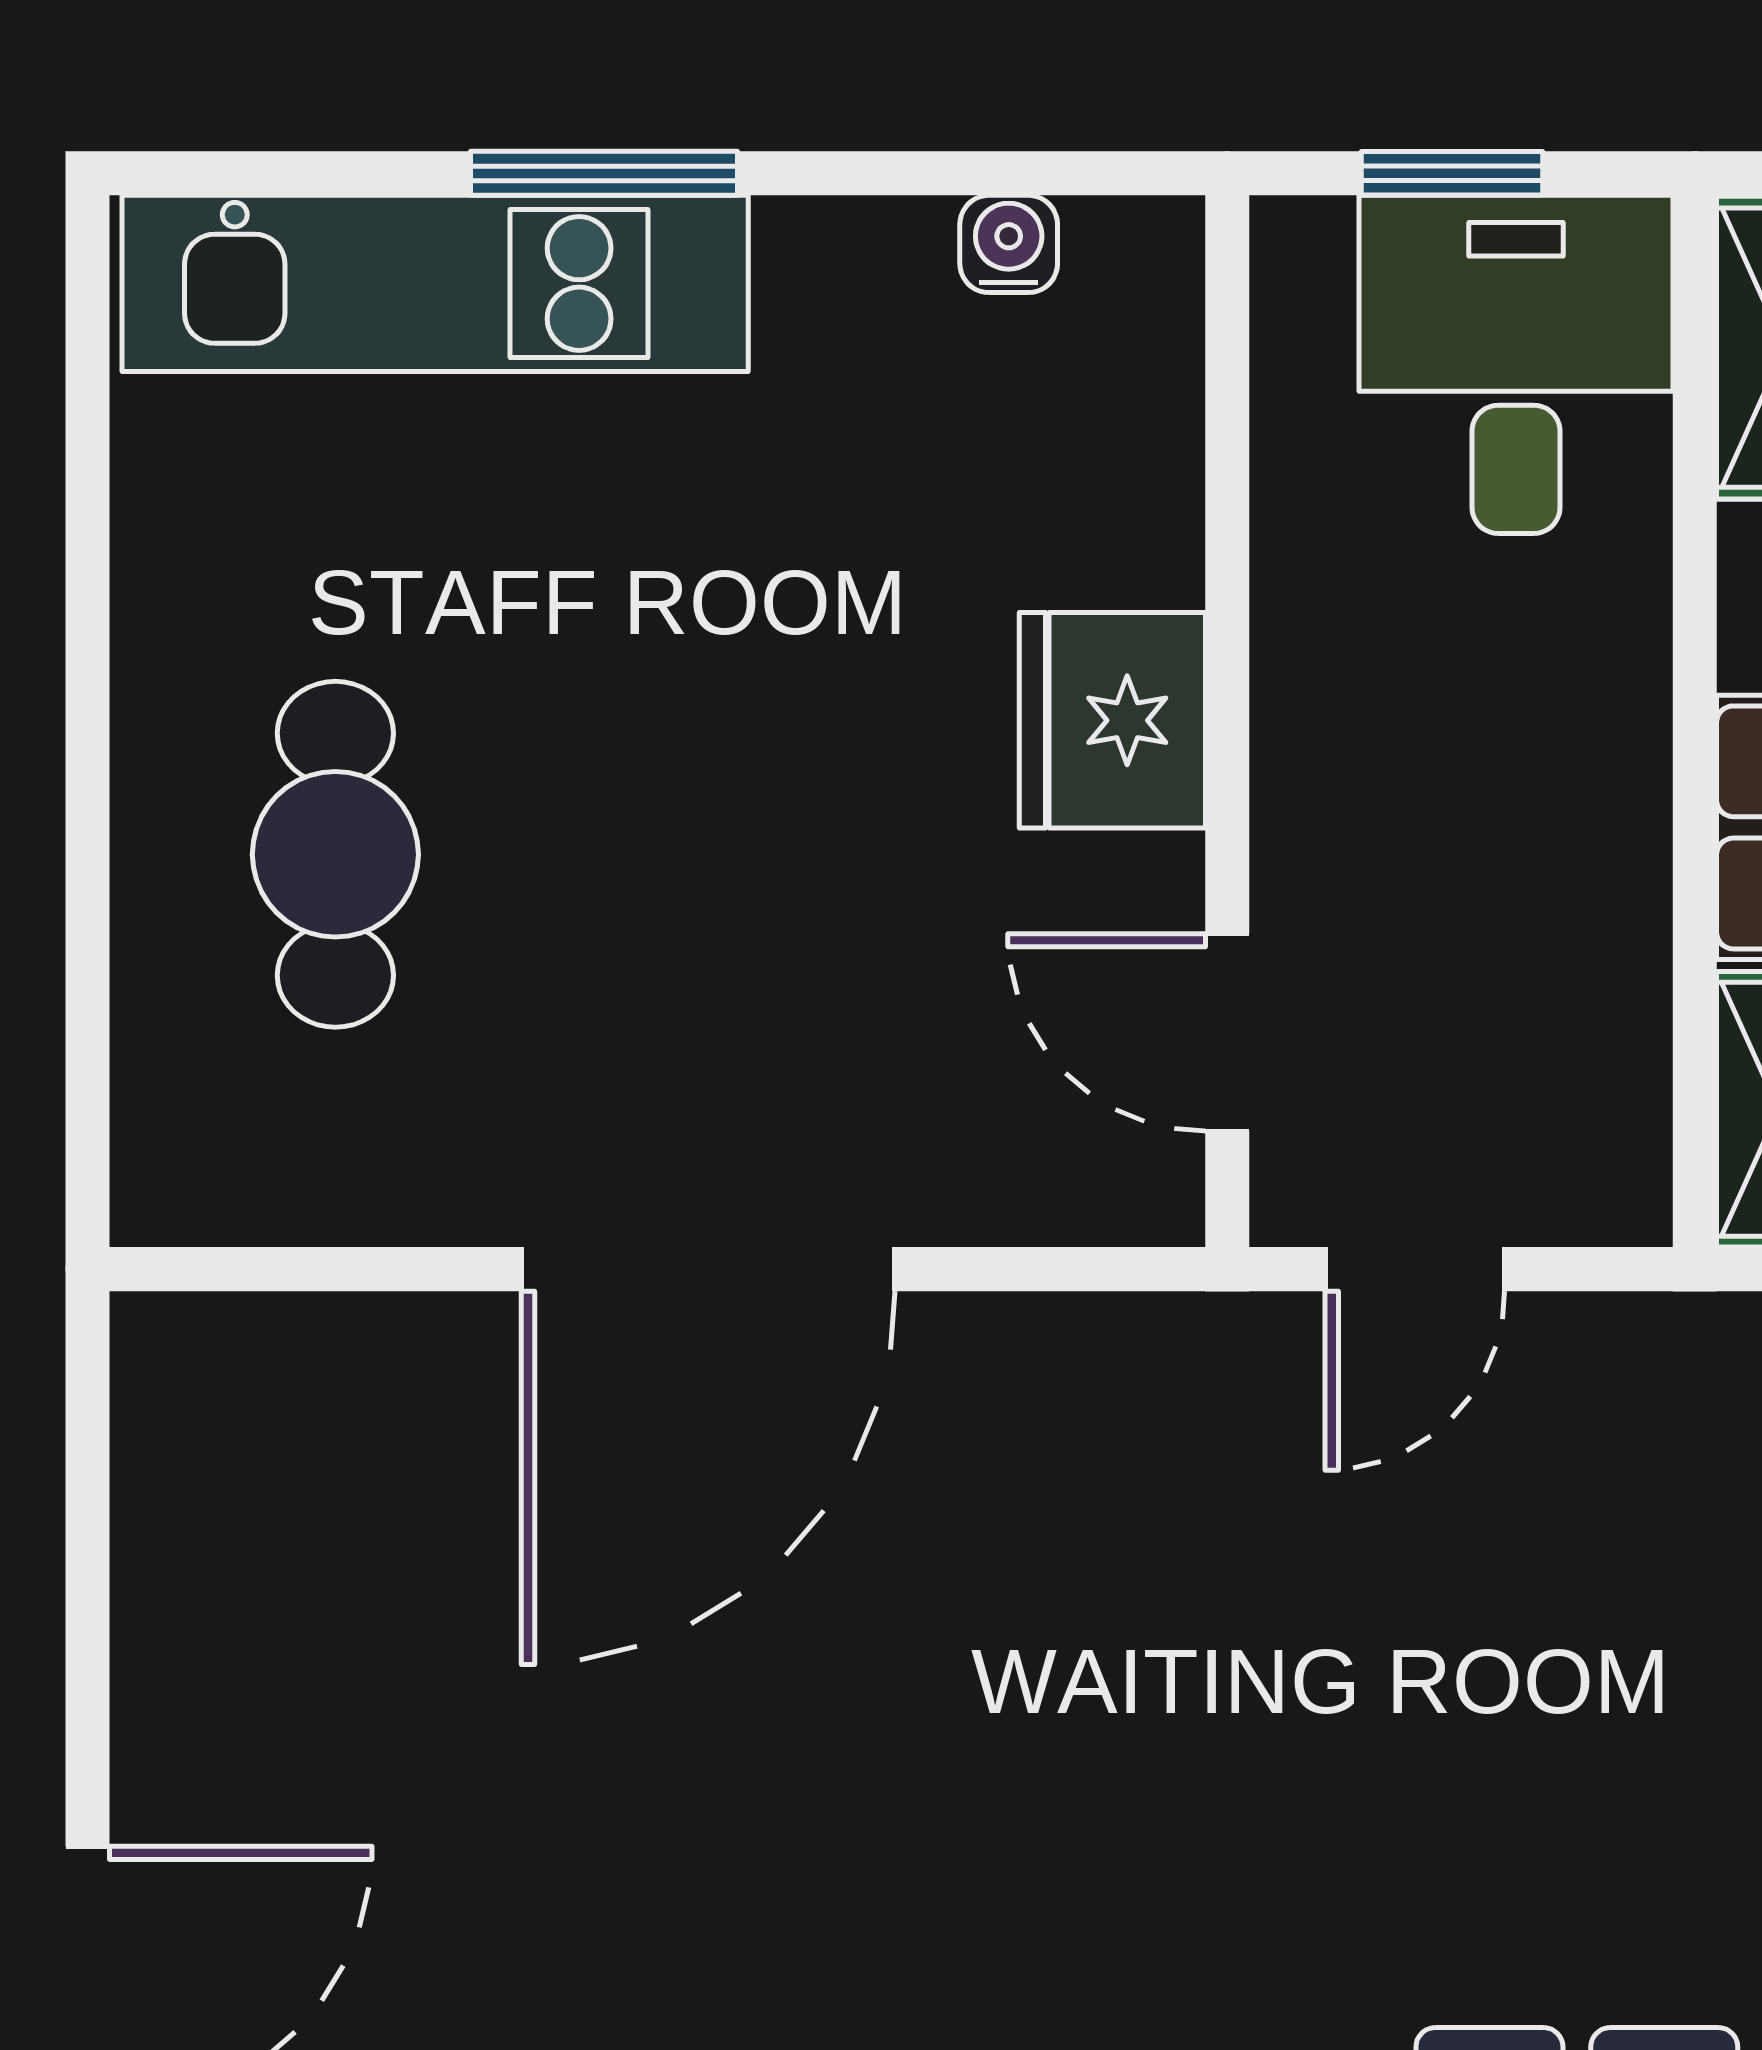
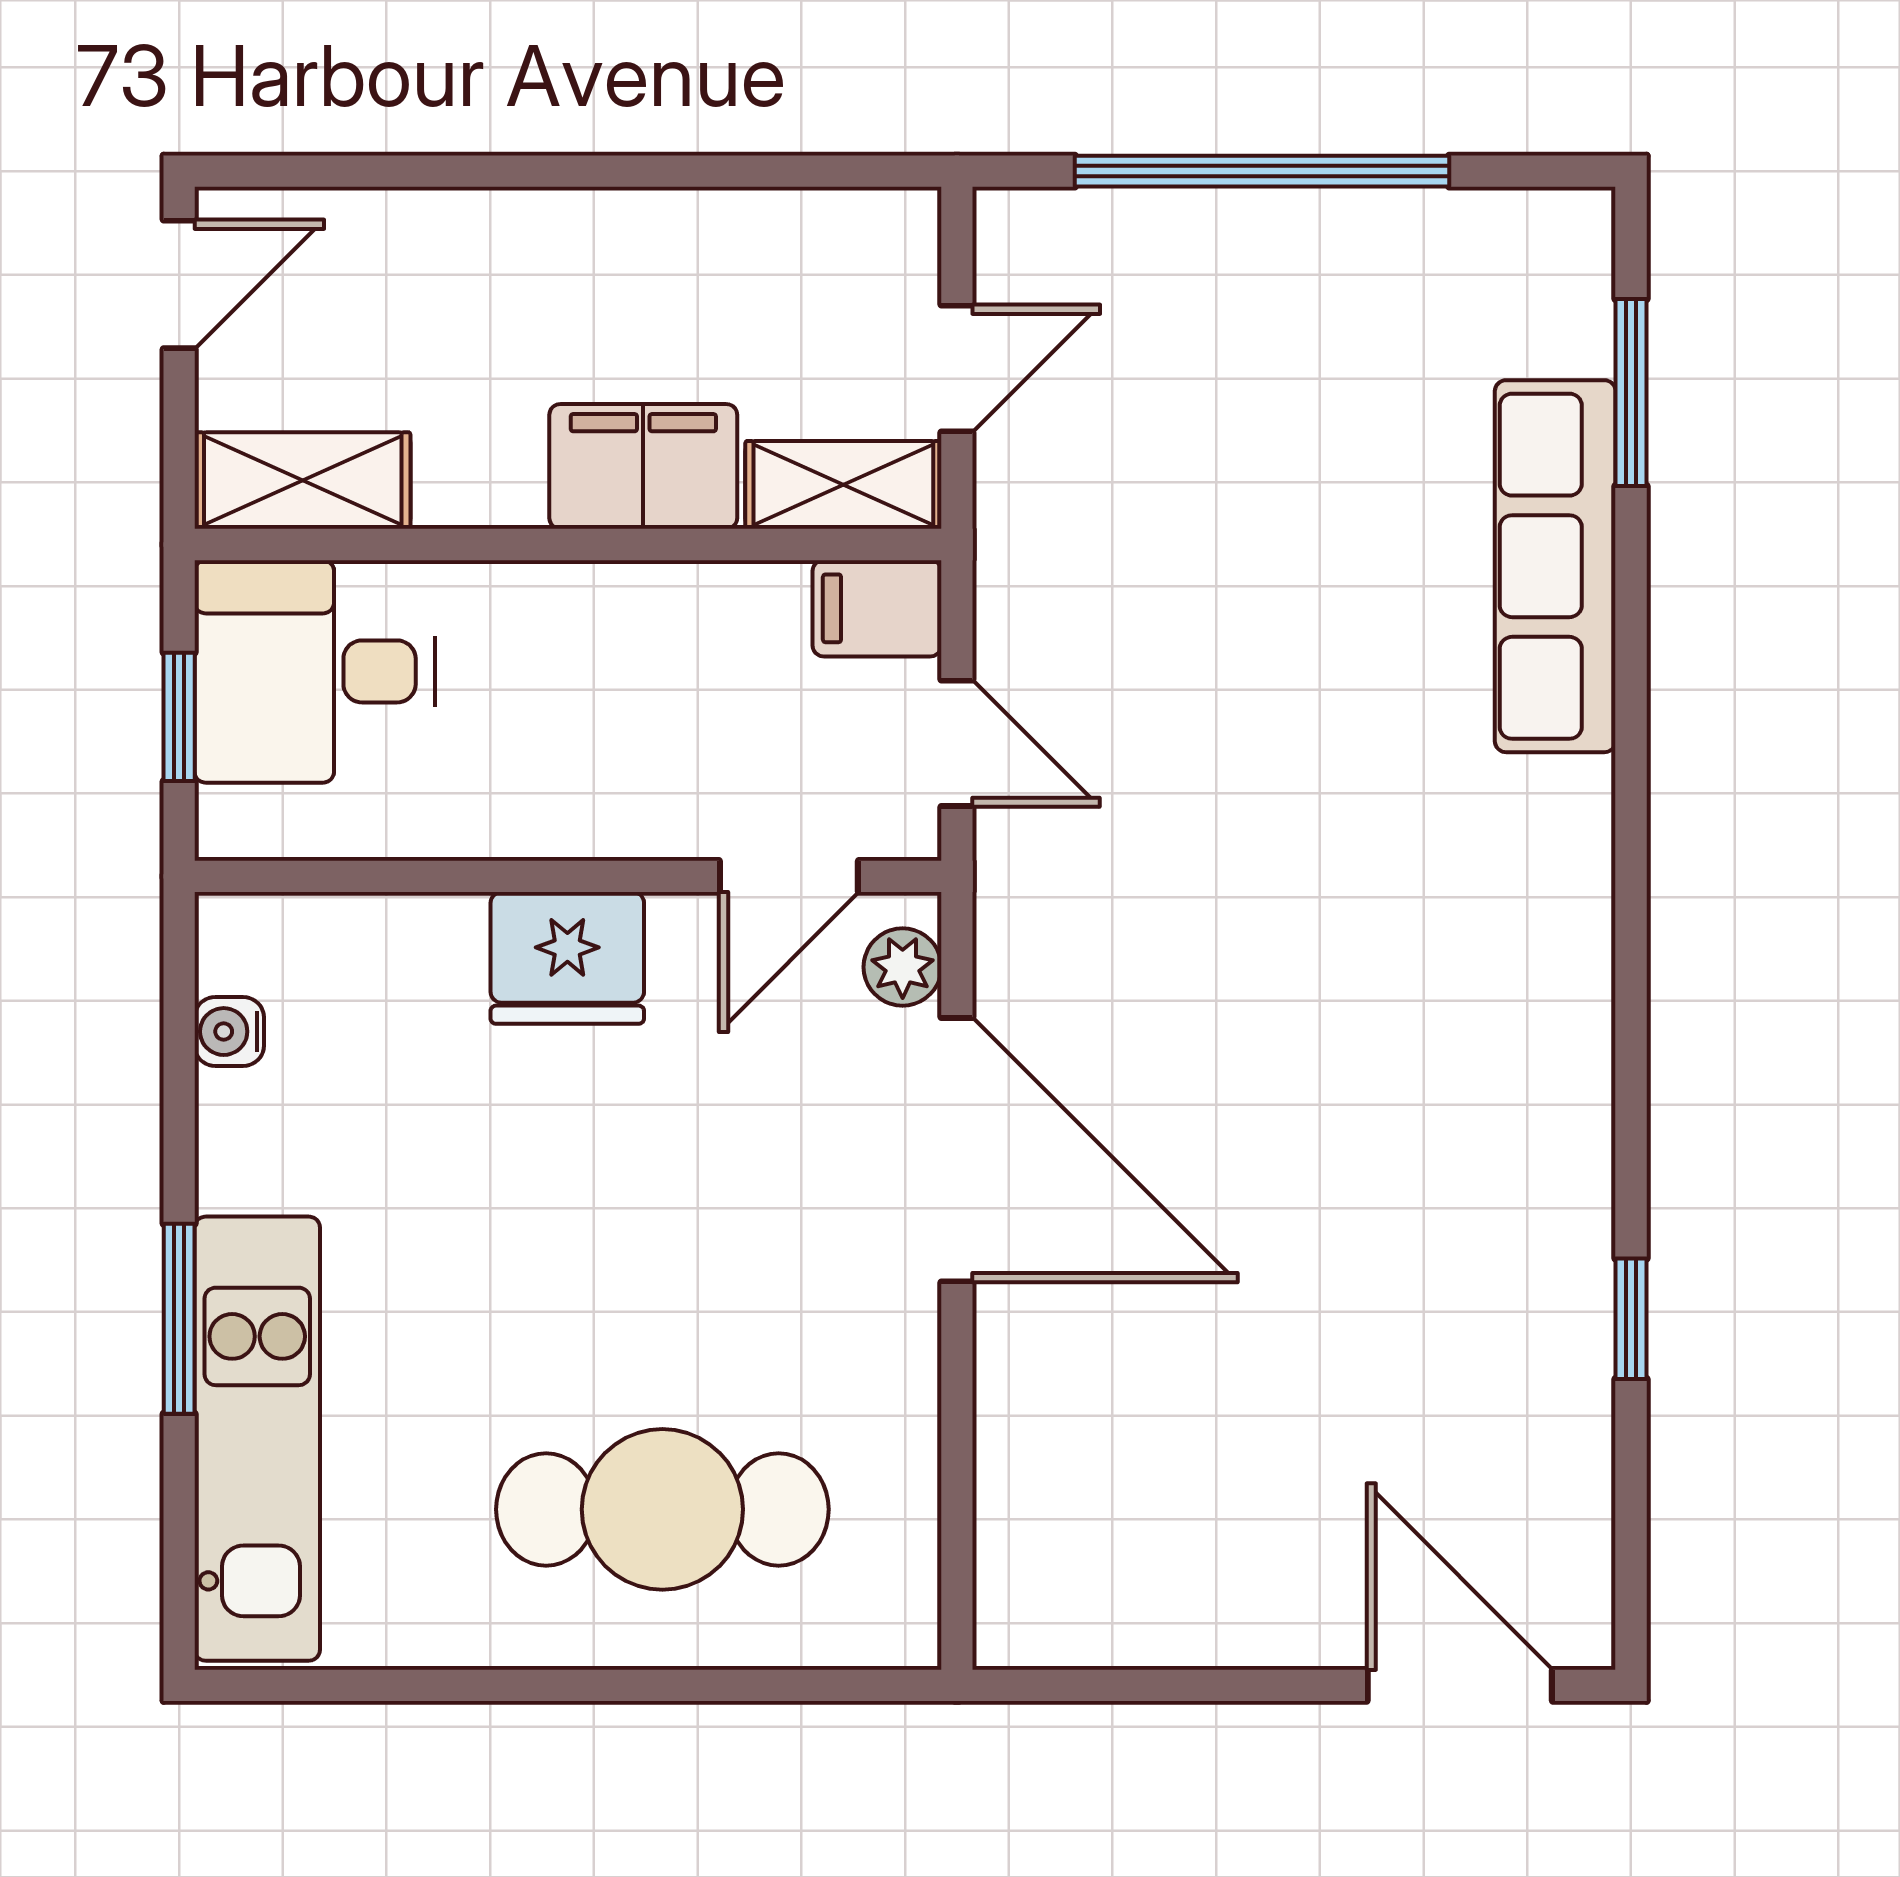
cafe table: (335, 854) -> (662, 1509), width x1.37, depth x1.35
filing cabinet: (1605, 1157) -> (877, 608), added
plant: (1100, 1193) -> (903, 967), added
door: (708, 1269) -> (957, 1150), moved

